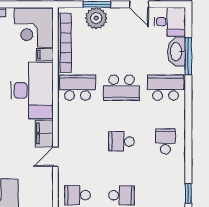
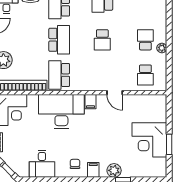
filing cabinet: (45, 55) -> (33, 101), removed
filing cabinet: (44, 133) -> (90, 102), width x0.50

